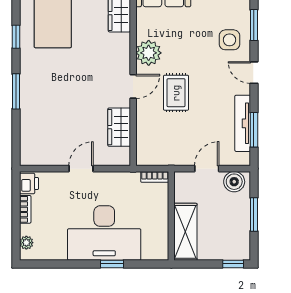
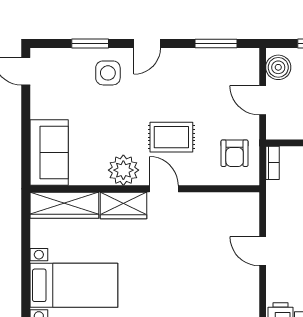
tv unit: (243, 123) -> (208, 57), removed
wardrobe: (119, 127) -> (123, 205), moved
armchair: (163, 145) -> (235, 153), added

